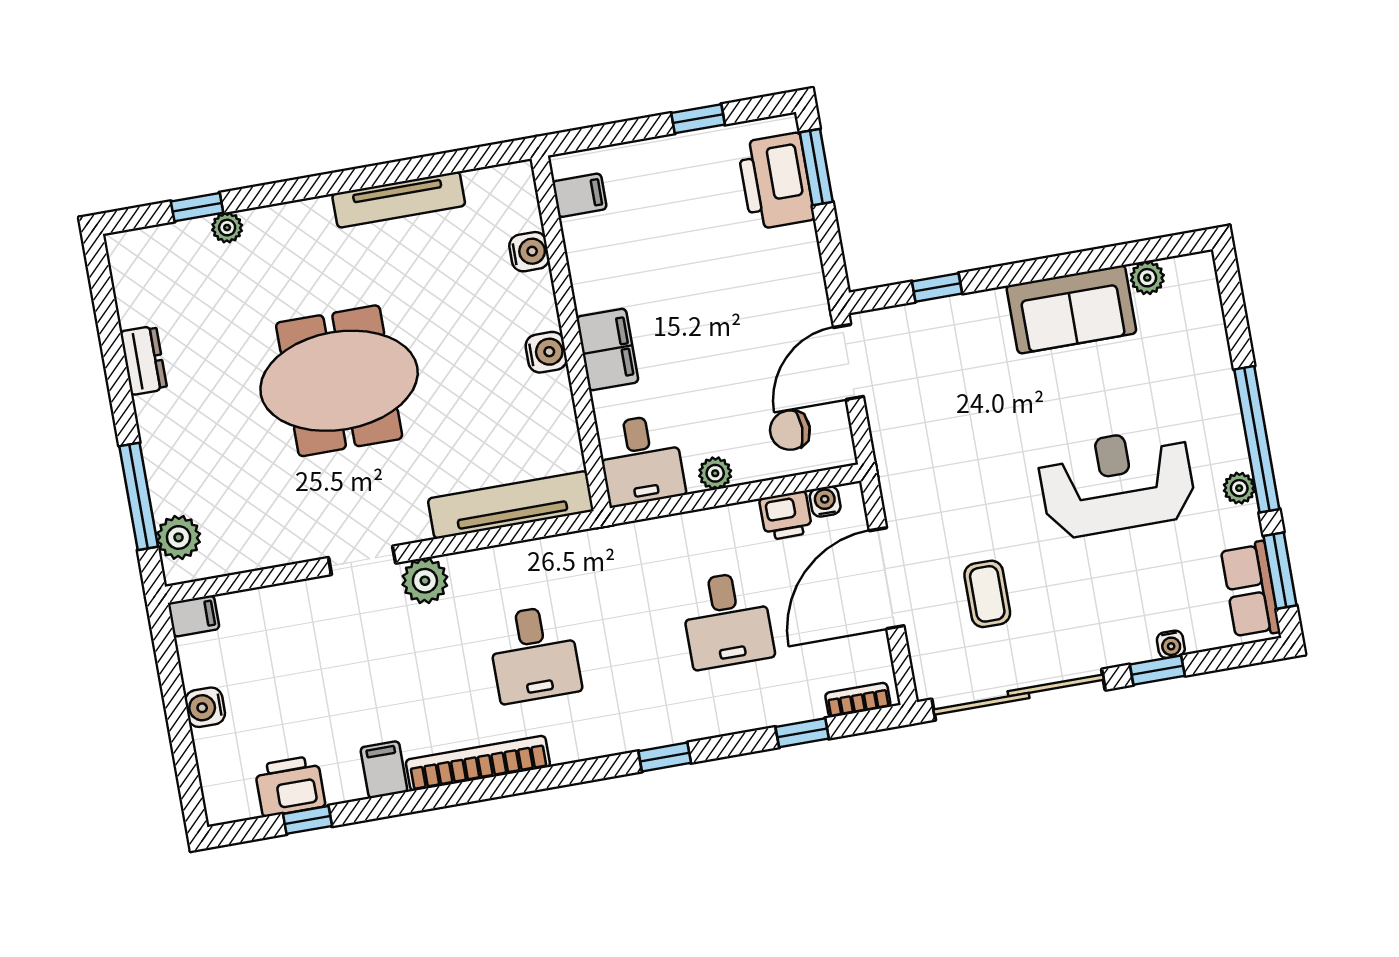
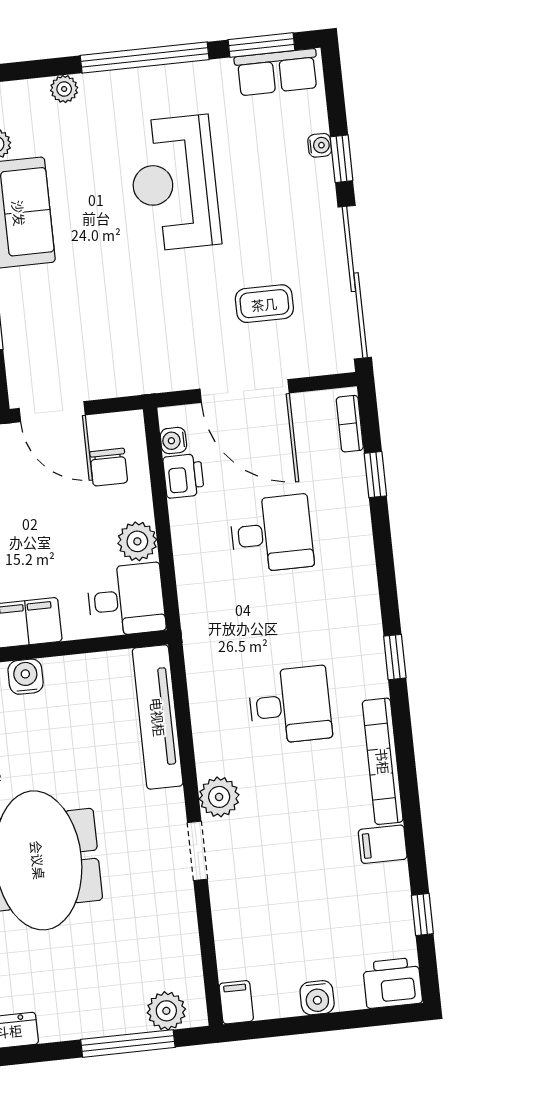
plant: (715, 473) -> (137, 541), width x1.38, depth x1.38
plant: (1239, 488) -> (64, 89), moved
window: (665, 757) -> (395, 657), moved
printer: (290, 786) -> (392, 983), moved, turned 90

